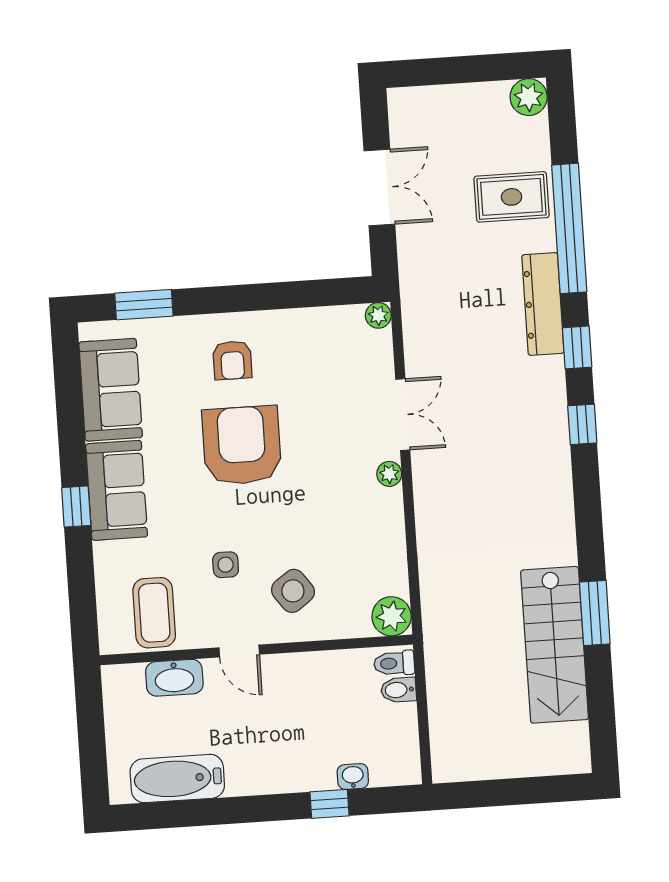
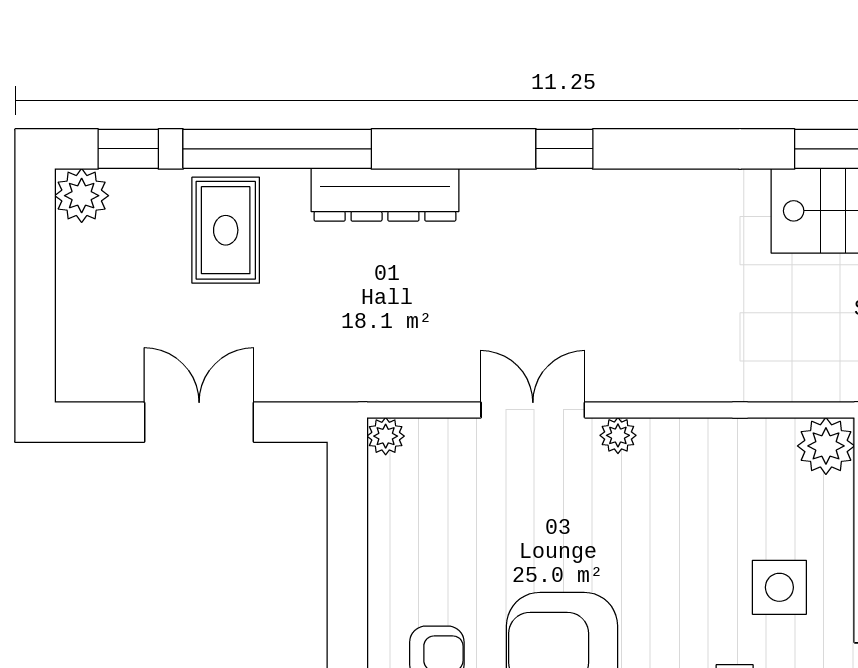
window: (577, 347) -> (128, 149), moved
side table: (293, 591) -> (779, 587), turned 36

